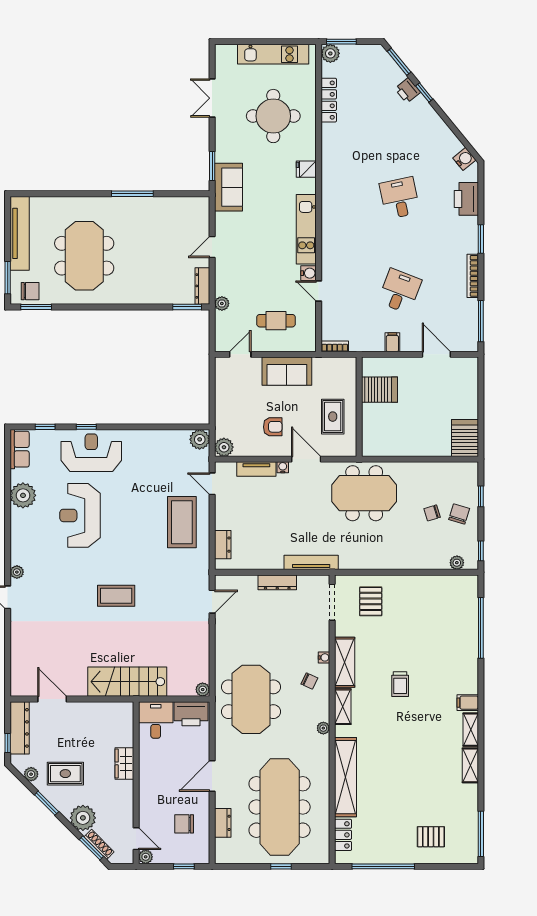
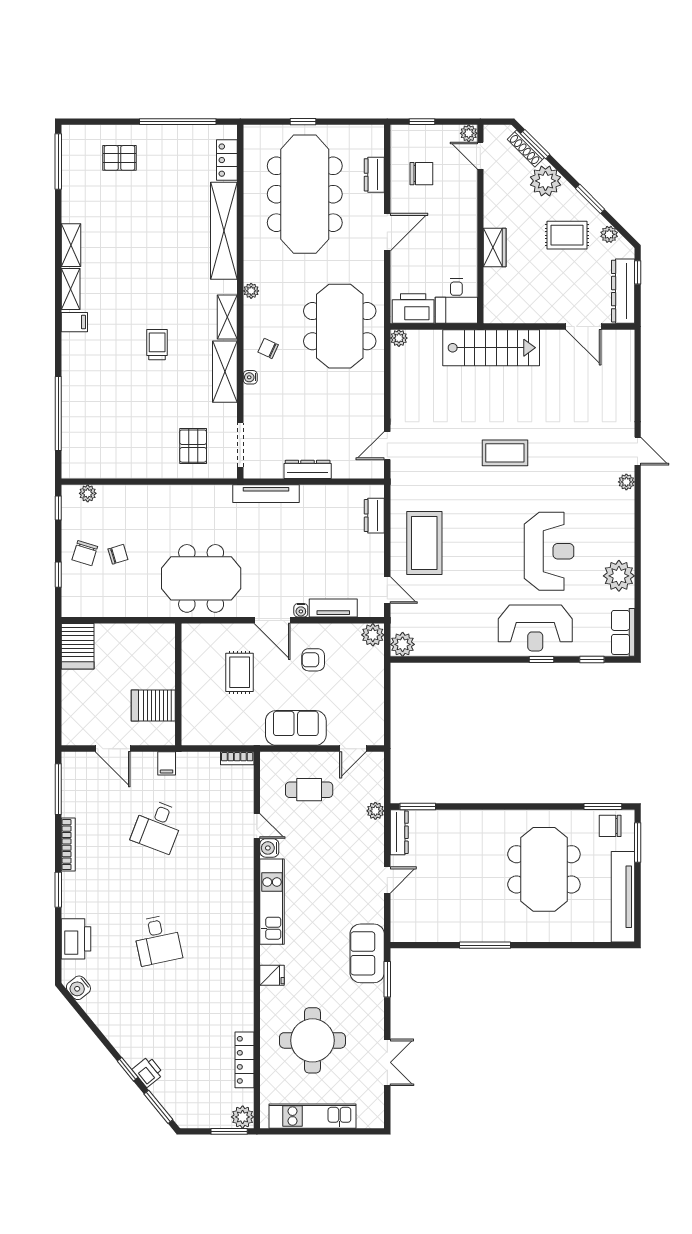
server rack: (380, 390) -> (153, 705), moved
wall: (359, 407) -> (178, 684), moved

